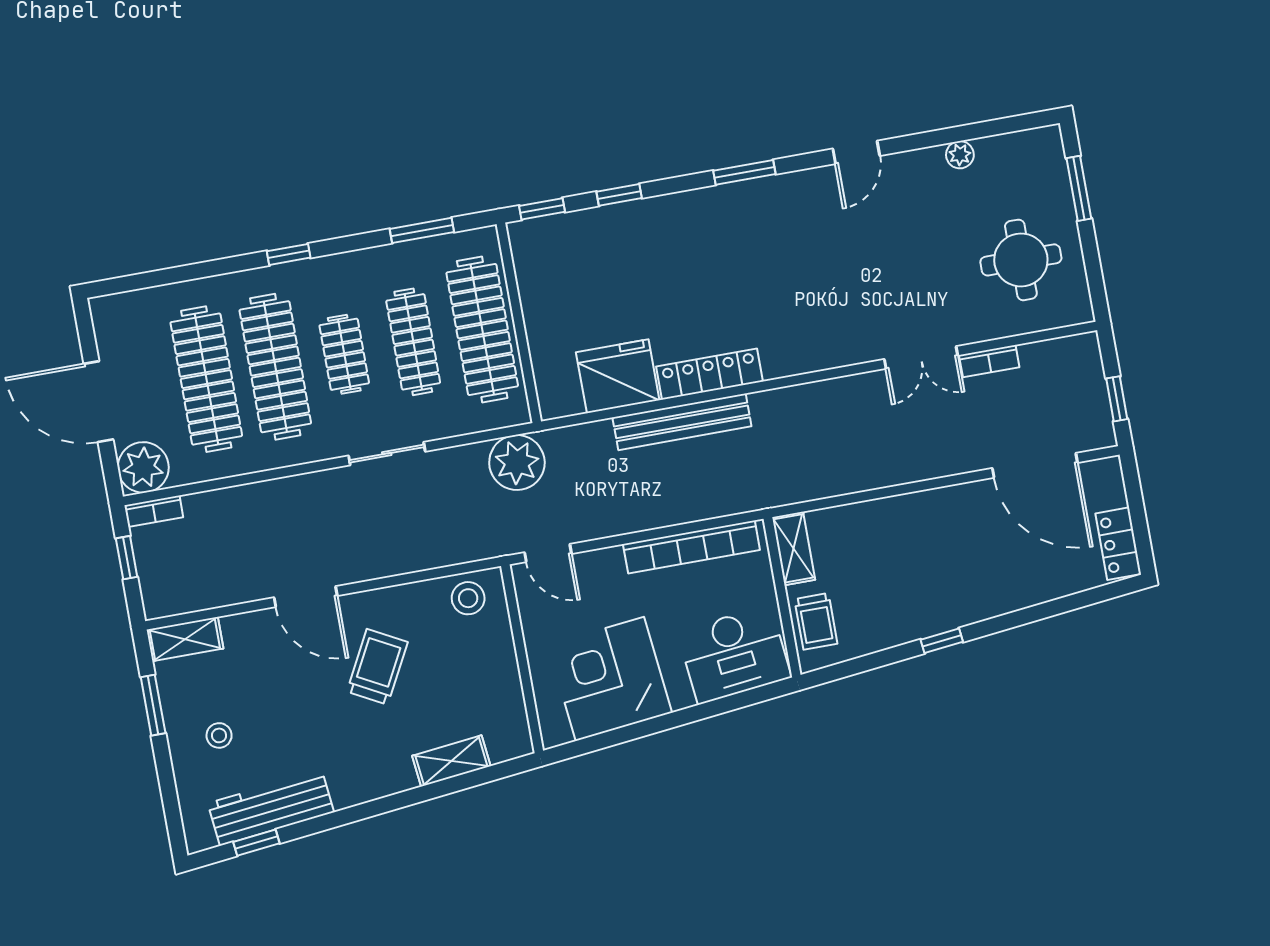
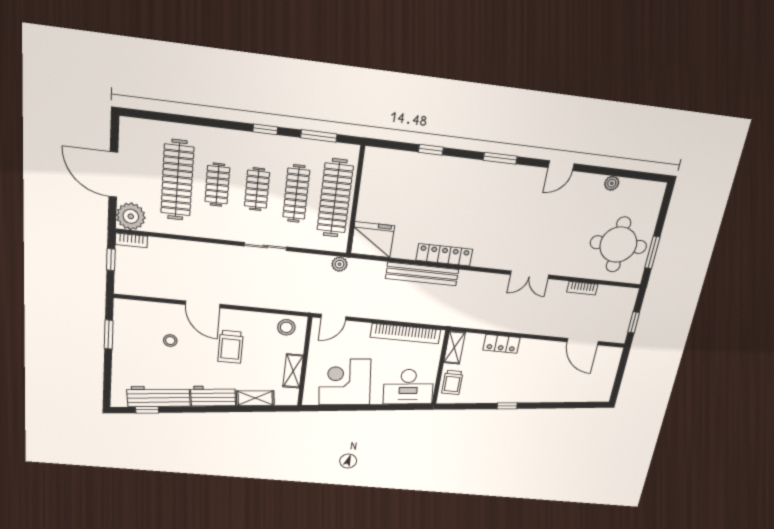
window: (1079, 188) -> (652, 252), moved
window: (542, 209) -> (387, 144), removed
window: (289, 254) -> (265, 129), moved
round table: (1021, 260) -> (618, 245), width x1.36, depth x1.36
double door: (921, 358) -> (530, 275), moved
clothes rail: (275, 367) -> (217, 185), width x0.54, depth x0.76
fridge: (618, 376) -> (373, 240), moved
plant: (517, 463) -> (340, 264), width x0.53, depth x0.53
door: (1035, 465) -> (583, 342), width x0.73
locker: (1118, 544) -> (501, 344), moved, turned -90
door: (548, 553) -> (333, 317), hinge flipped
shelving: (185, 639) -> (293, 371), moved, turned 90
trolley: (377, 667) -> (231, 347), turned 152
stool: (219, 735) -> (170, 341), moved
workbench: (372, 779) -> (213, 396), added

